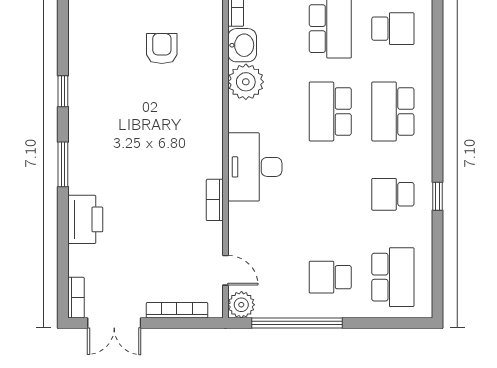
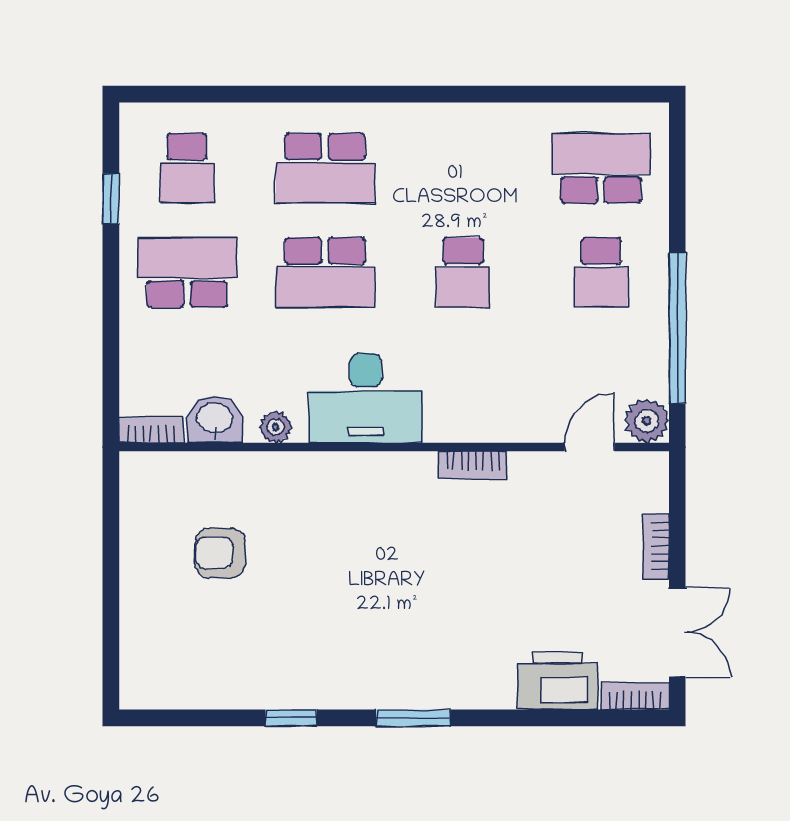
school desk: (393, 29) -> (187, 168), turned 180
plant: (246, 82) -> (276, 427), width x0.53, depth x0.53
desk: (255, 167) -> (366, 398), moved
school desk: (393, 194) -> (463, 273), moved
window: (437, 196) -> (466, 94), removed
printer: (85, 219) -> (558, 681), moved
bookcase: (177, 310) -> (656, 546), width x0.64

